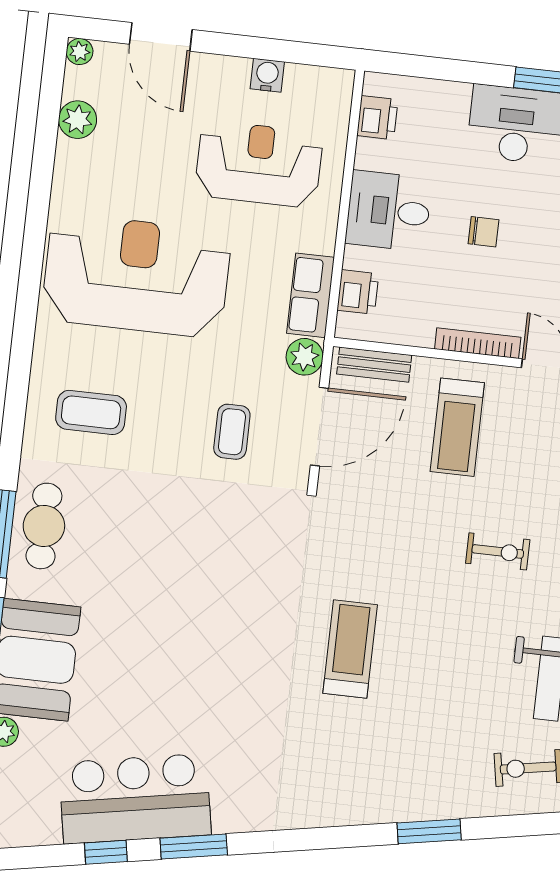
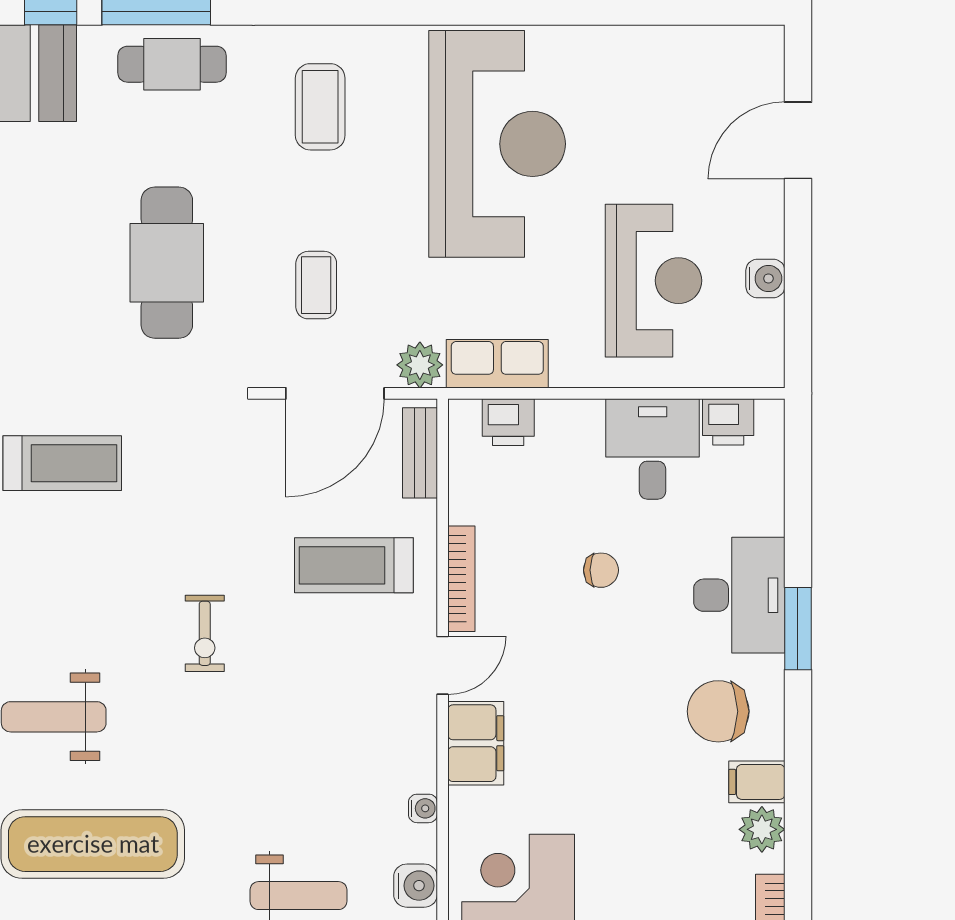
plant: (80, 52) -> (768, 41), removed
plant: (78, 120) -> (683, 48), removed
desk: (389, 211) -> (653, 449), moved
chair: (483, 232) -> (601, 570), turned -90
door: (319, 427) -> (335, 393), hinge flipped
coffee table: (232, 432) -> (316, 285), turned 90
cafe table: (201, 548) -> (167, 263), added

